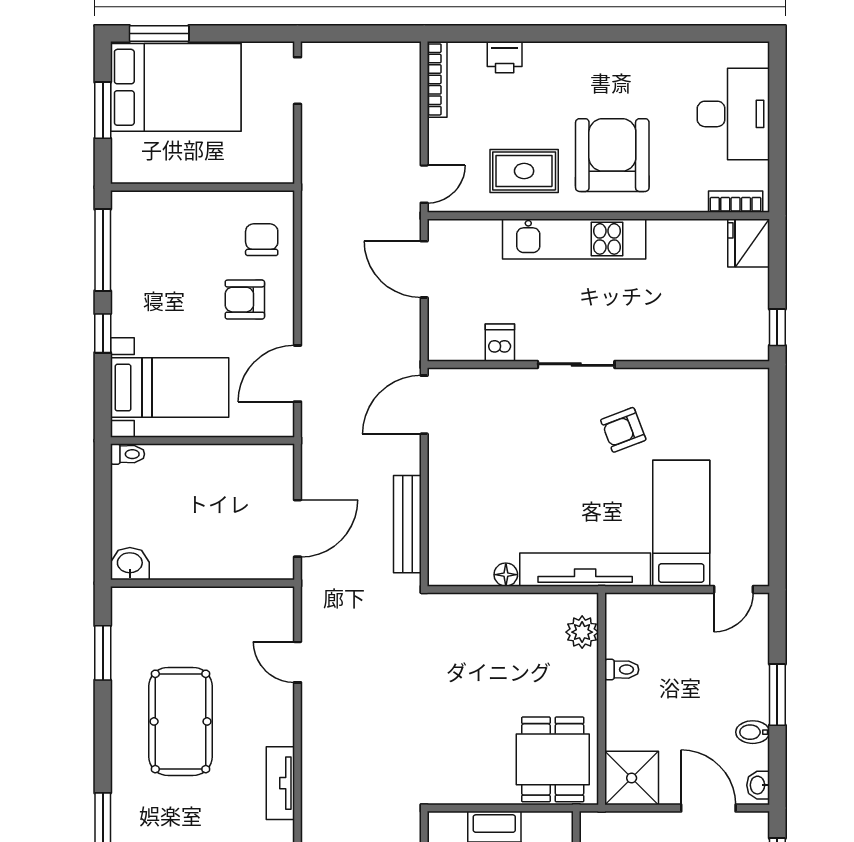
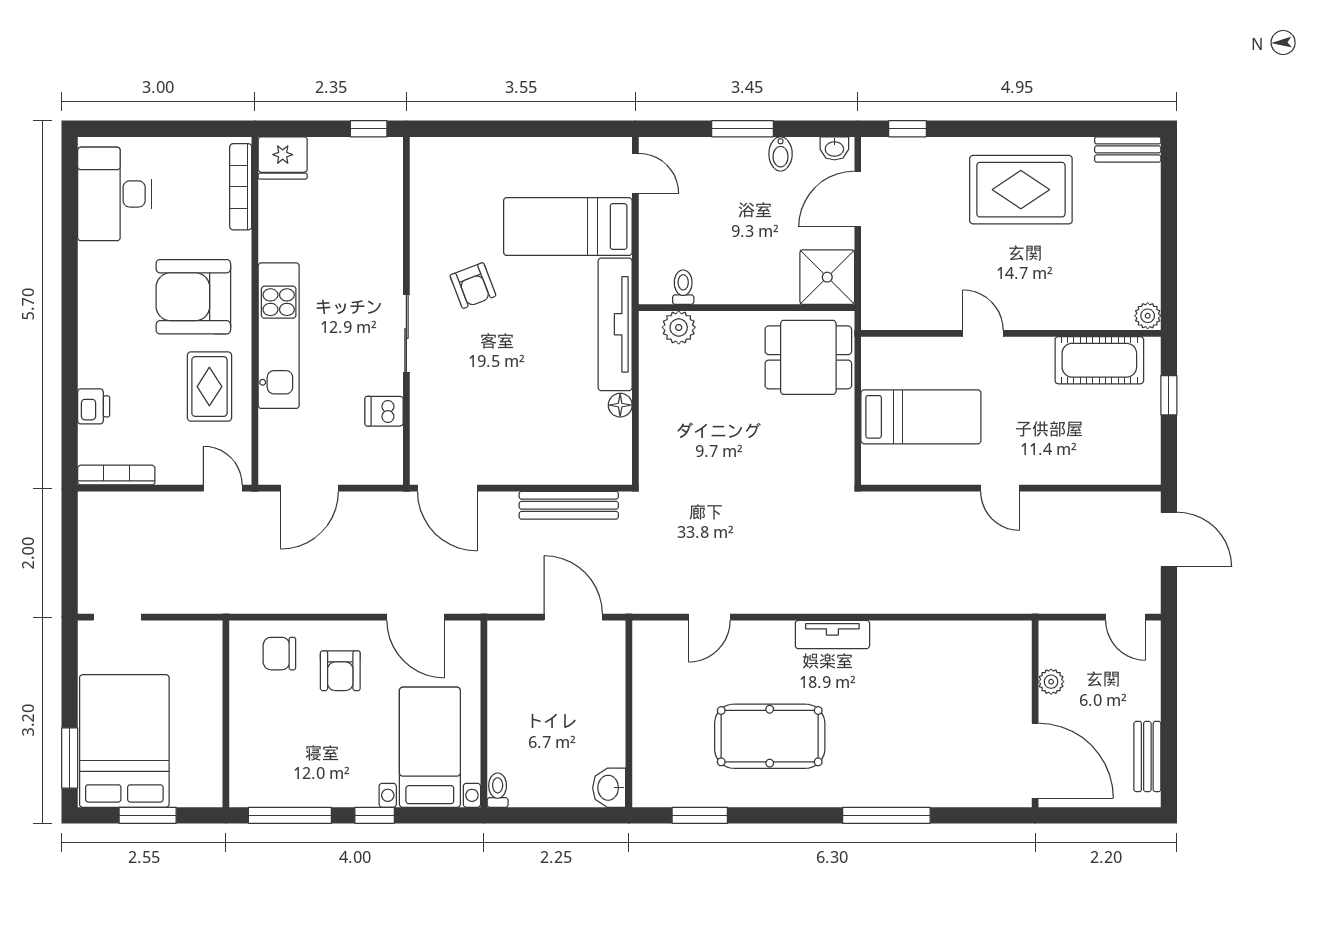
desk: (733, 114) -> (114, 194), moved, turned -90
bookcase: (736, 202) -> (241, 187), width x1.56
toilet: (622, 670) -> (683, 287), moved

